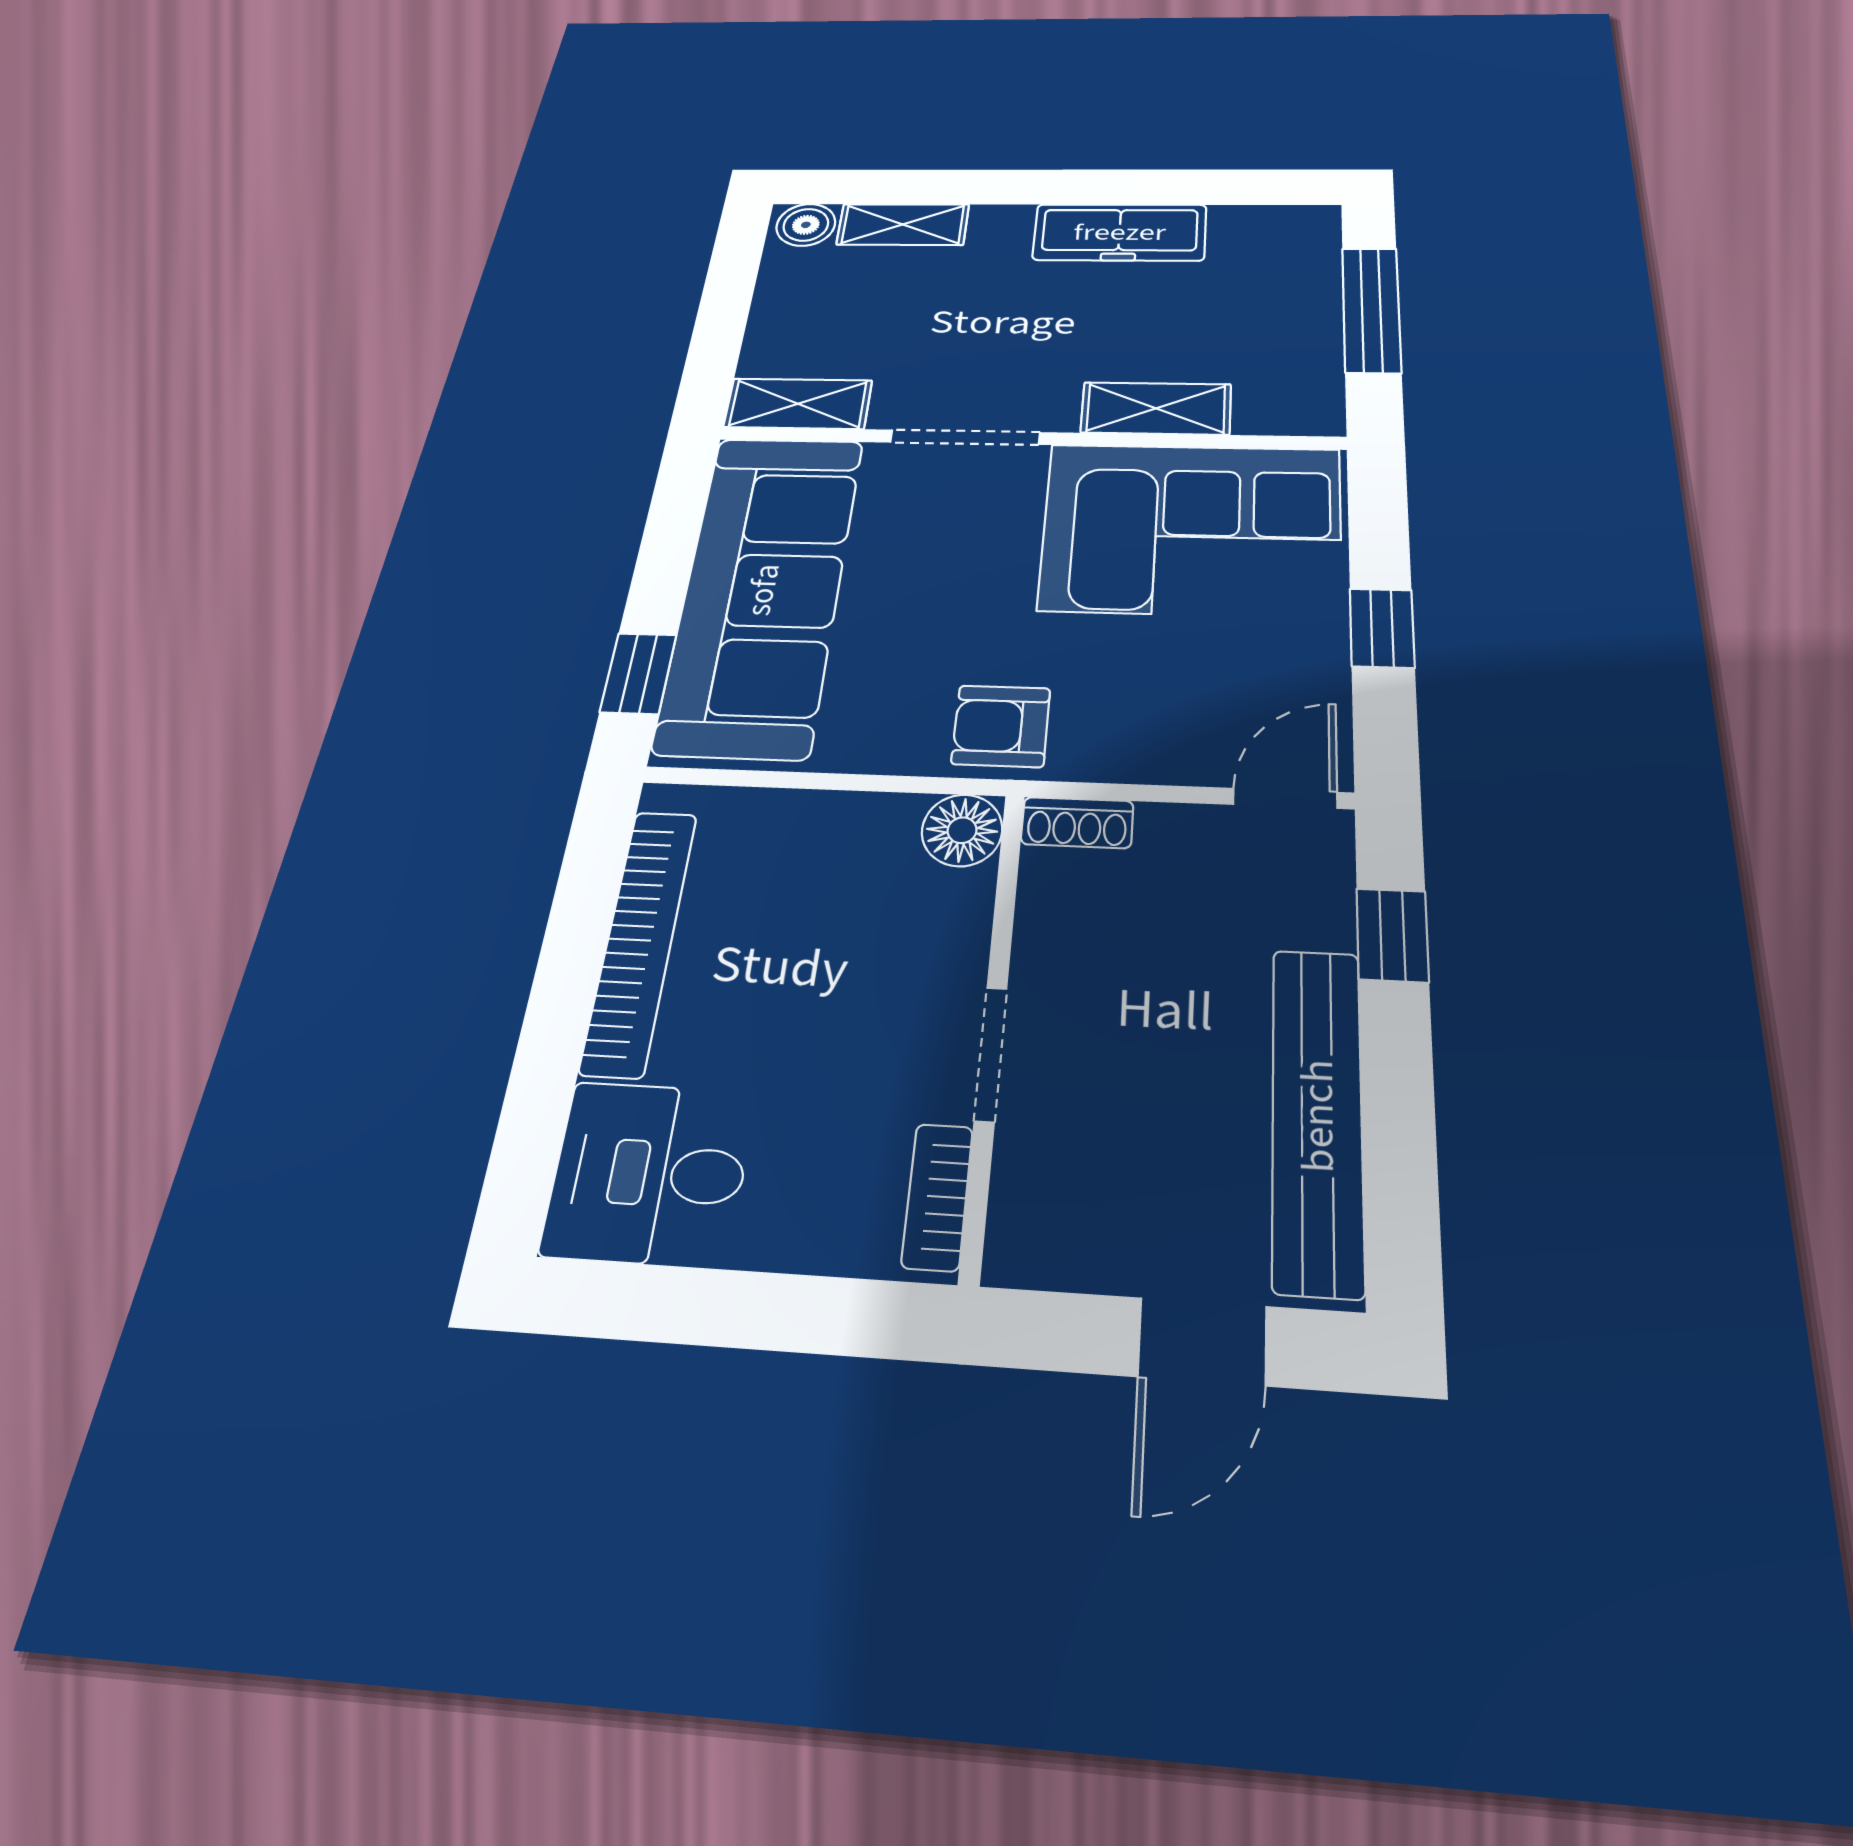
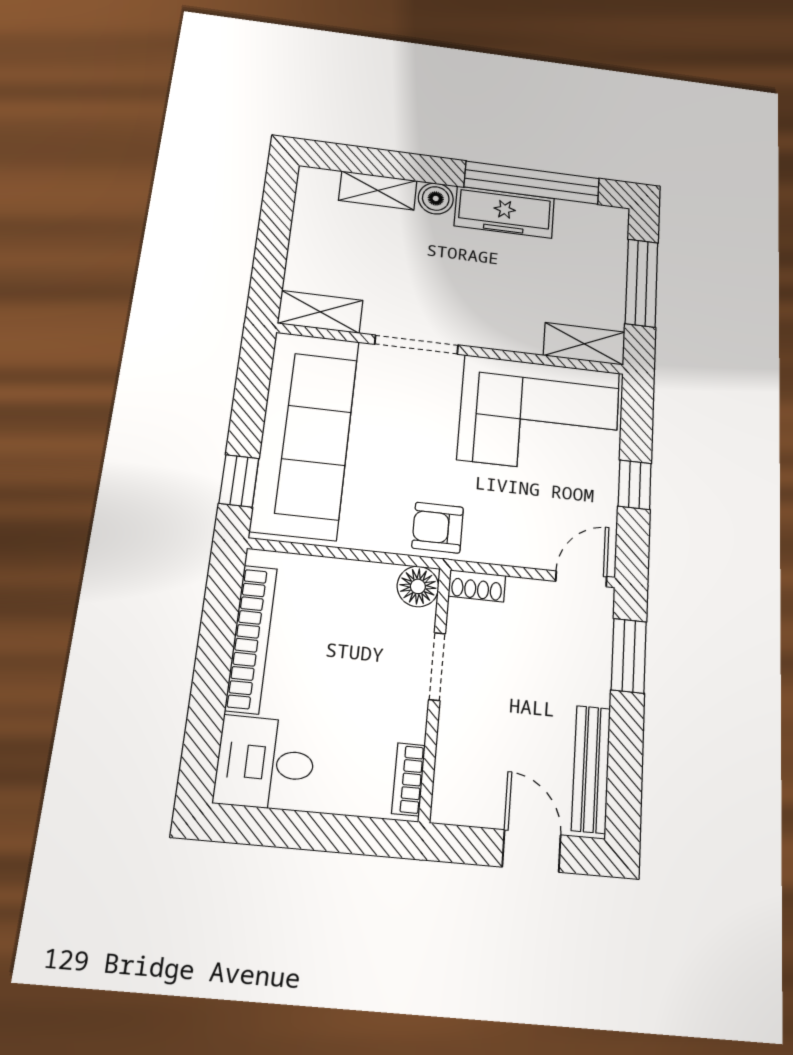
window: (1167, 187) -> (532, 183), added
boiler: (806, 225) -> (436, 198), moved
shelving: (1156, 408) -> (584, 344), moved
window: (1392, 935) -> (629, 656), width x1.50
doorway: (991, 1054) -> (437, 666), moved
bench: (1317, 1116) -> (591, 769), width x0.73, depth x0.82
door: (1202, 1341) -> (532, 851), swing flipped

